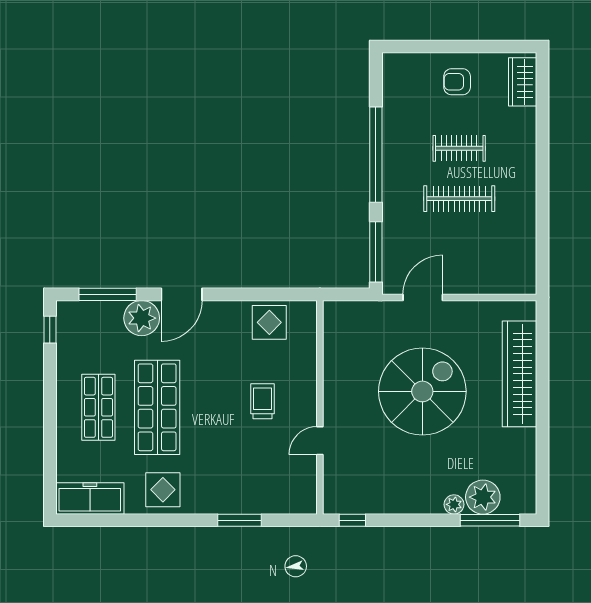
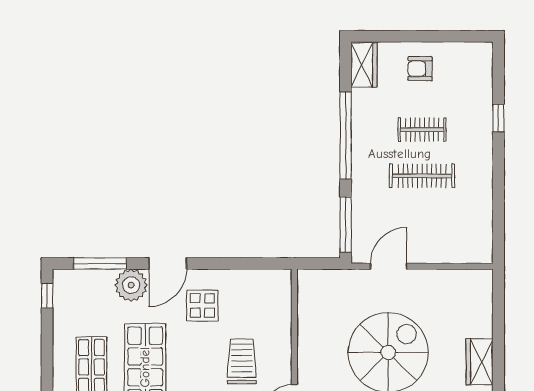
wardrobe: (523, 82) -> (364, 65), moved, turned 180
window: (543, 136) -> (498, 118), added
display table: (269, 322) -> (202, 305), moved
wardrobe: (520, 374) -> (480, 362), width x0.48, depth x0.85
trolley: (262, 401) -> (242, 361), width x1.36, depth x1.39

